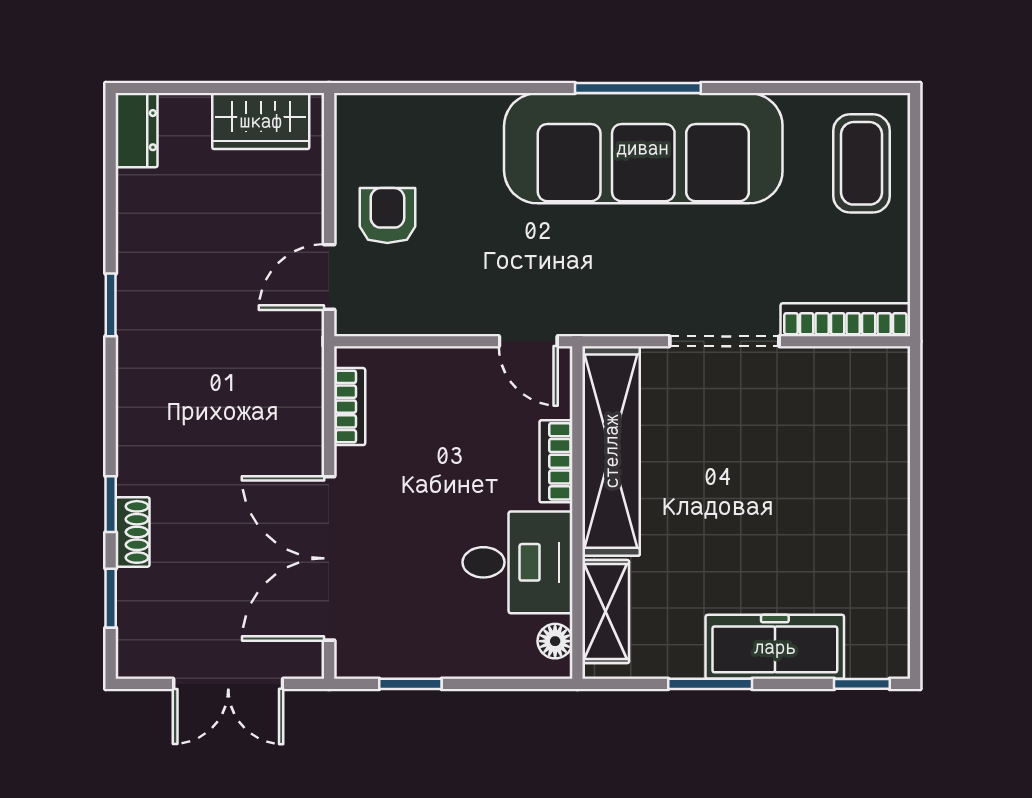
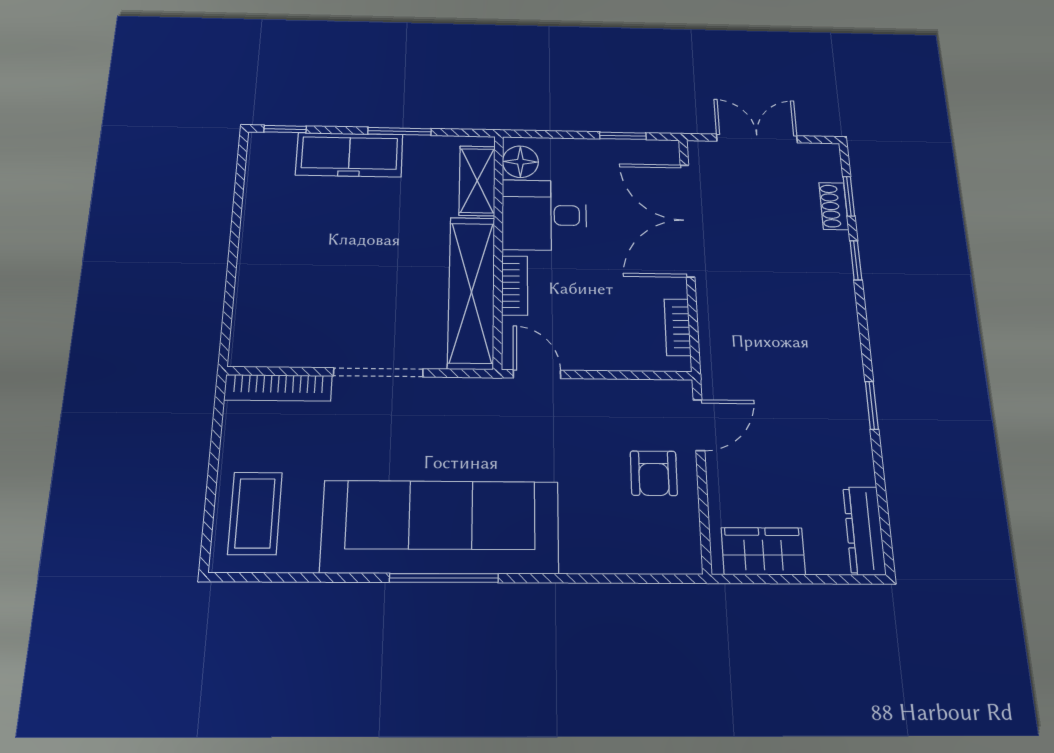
dresser: (137, 130) -> (864, 531), width x1.44
shoe rack: (133, 532) -> (834, 206), moved
double door: (329, 558) -> (687, 220), swing flipped
floor lamp: (555, 641) -> (520, 162), width x1.37, depth x1.37

